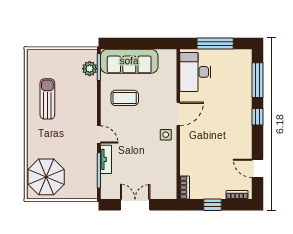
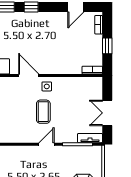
coffee table: (125, 98) -> (43, 112), moved
tv unit: (106, 159) -> (90, 138), moved

